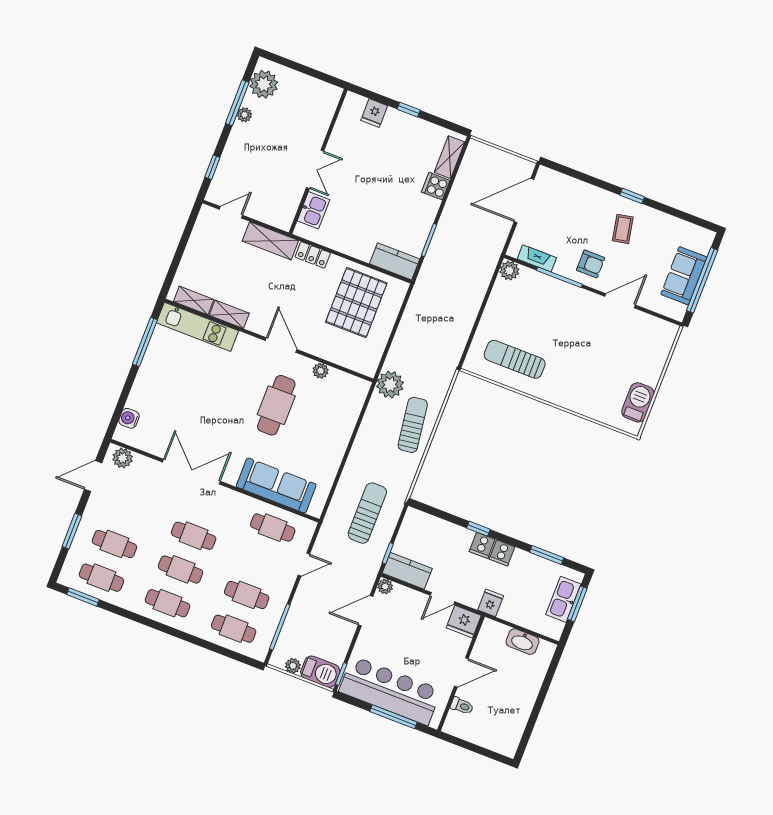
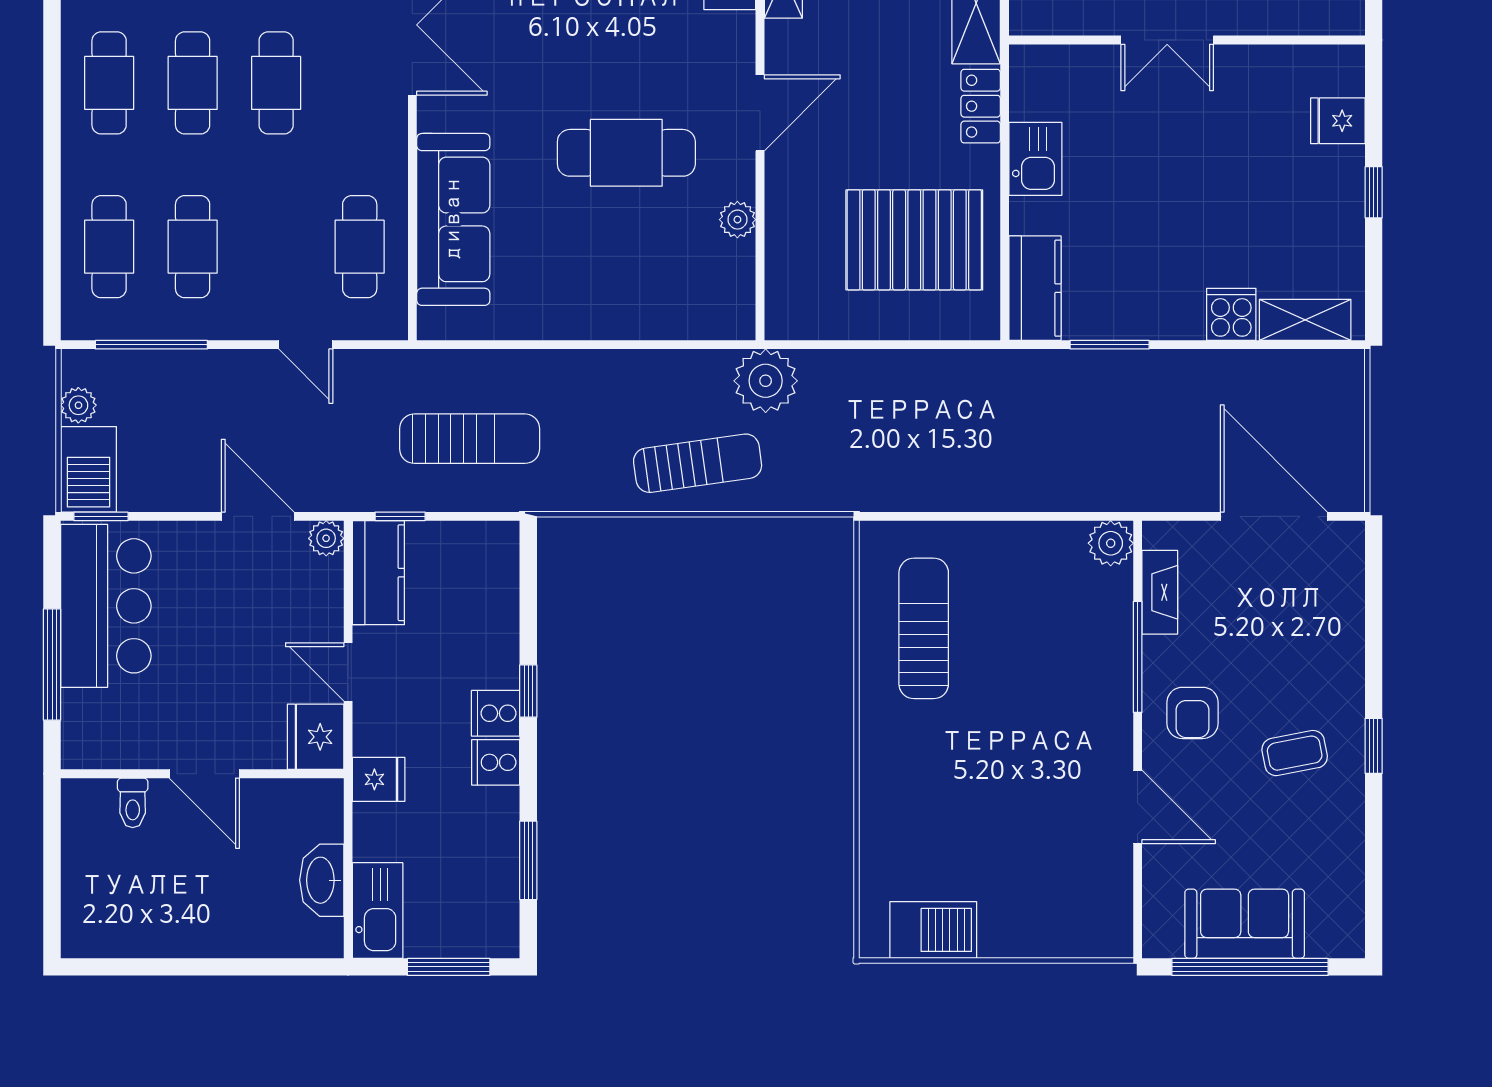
kitchen sink: (313, 210) -> (1035, 159), moved, turned -90
kitchen sink: (563, 599) -> (378, 910), moved, turned 90
bar counter: (390, 691) -> (106, 606), width x0.73

